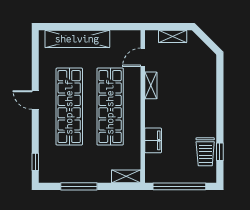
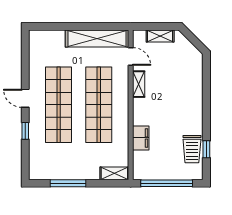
shelving: (77, 39) -> (97, 38), moved
door: (143, 57) -> (131, 56), swing flipped
window: (35, 162) -> (25, 131), moved

